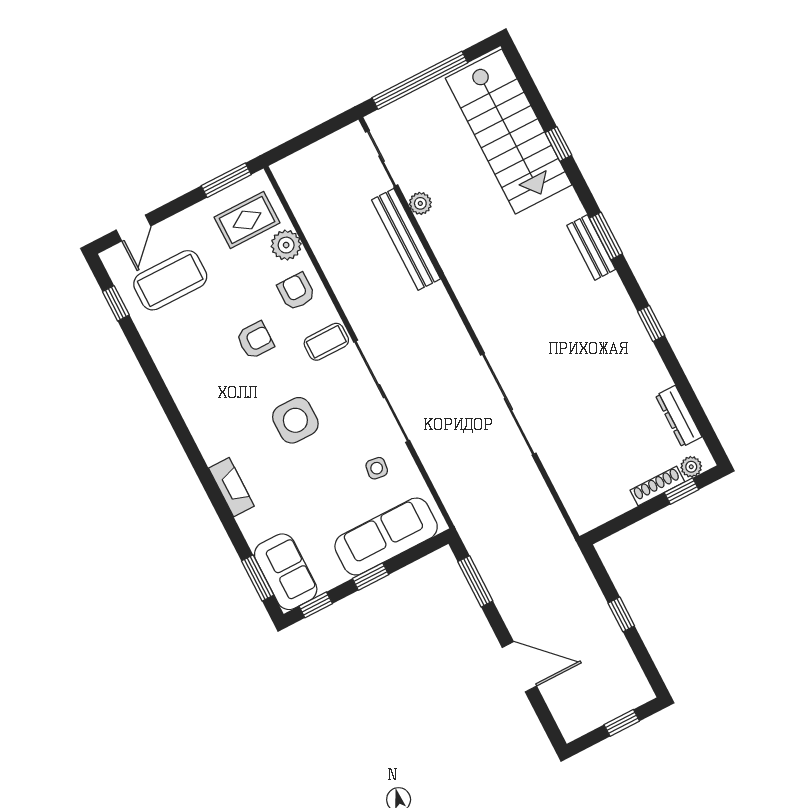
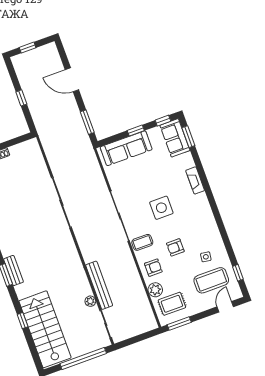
armchair: (296, 291) -> (153, 268), turned -90
side table: (377, 468) -> (206, 257), moved

